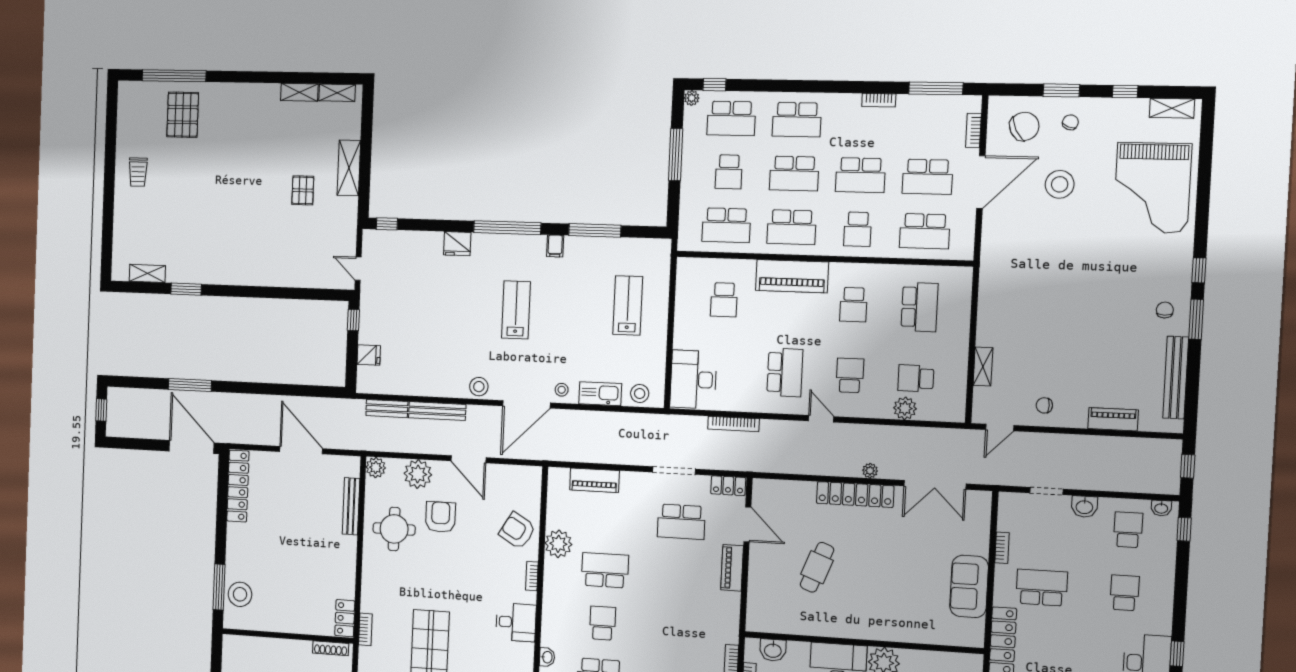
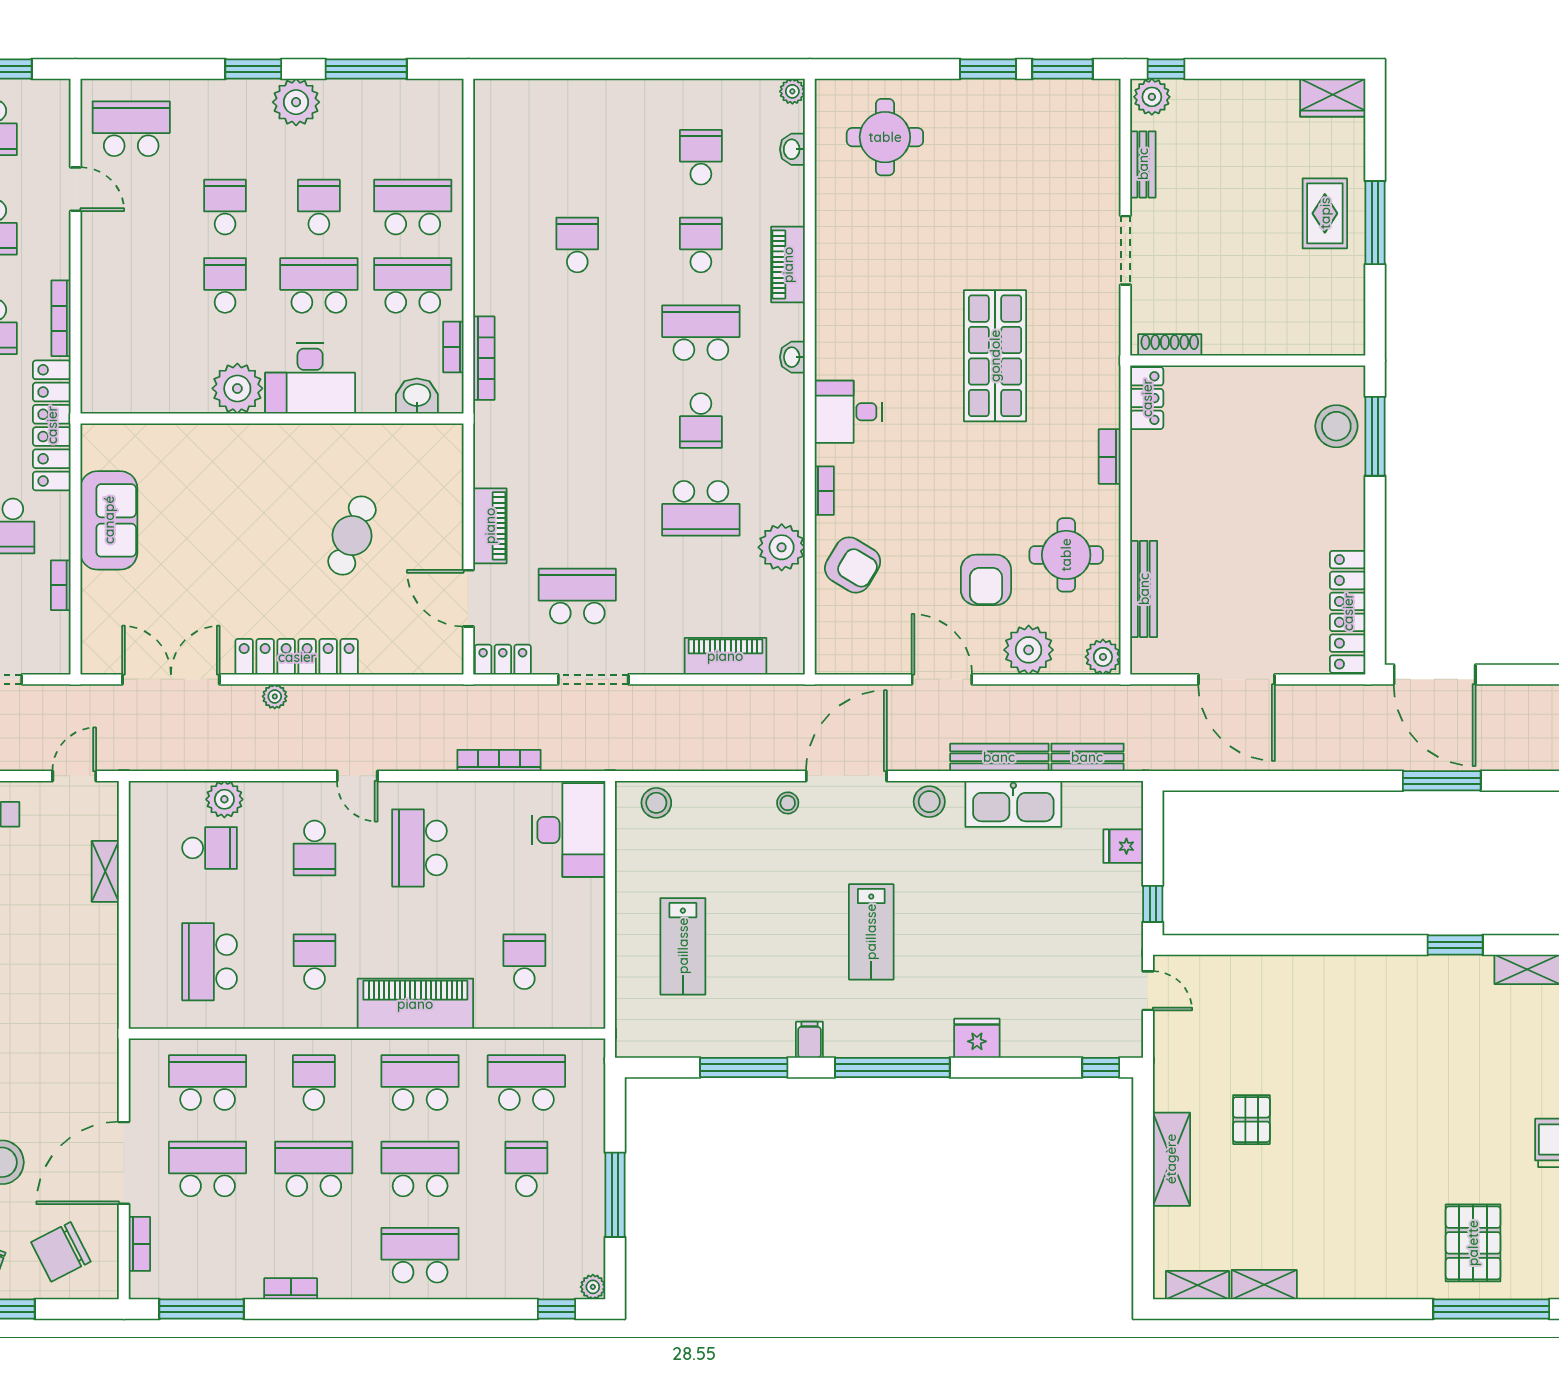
school desk: (731, 118) -> (526, 1255), removed
kitchen sink: (600, 394) -> (1013, 804), moved, width x1.36, depth x1.24
bookcase: (365, 629) -> (1110, 457), moved

